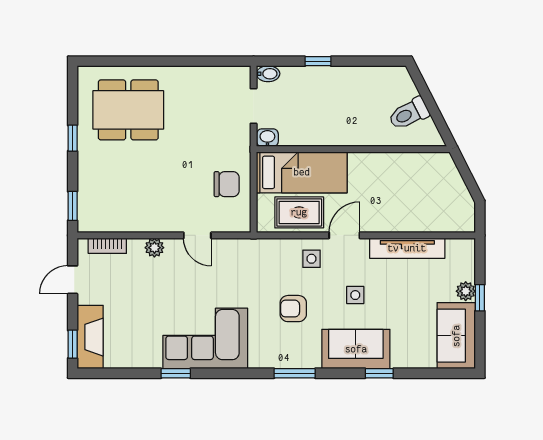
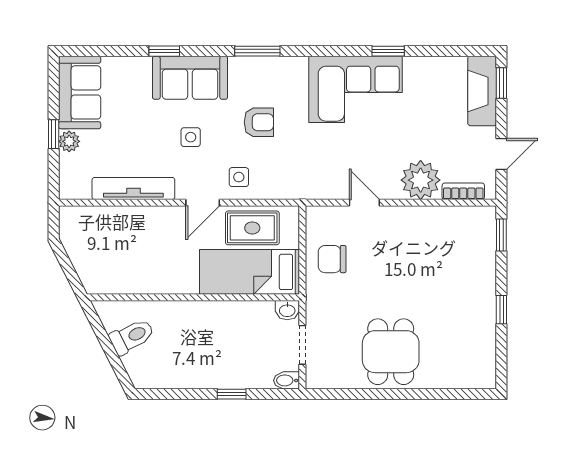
dining table: (128, 110) -> (391, 352), moved, width x0.73
plant: (154, 248) -> (421, 180), width x1.88, depth x1.88

